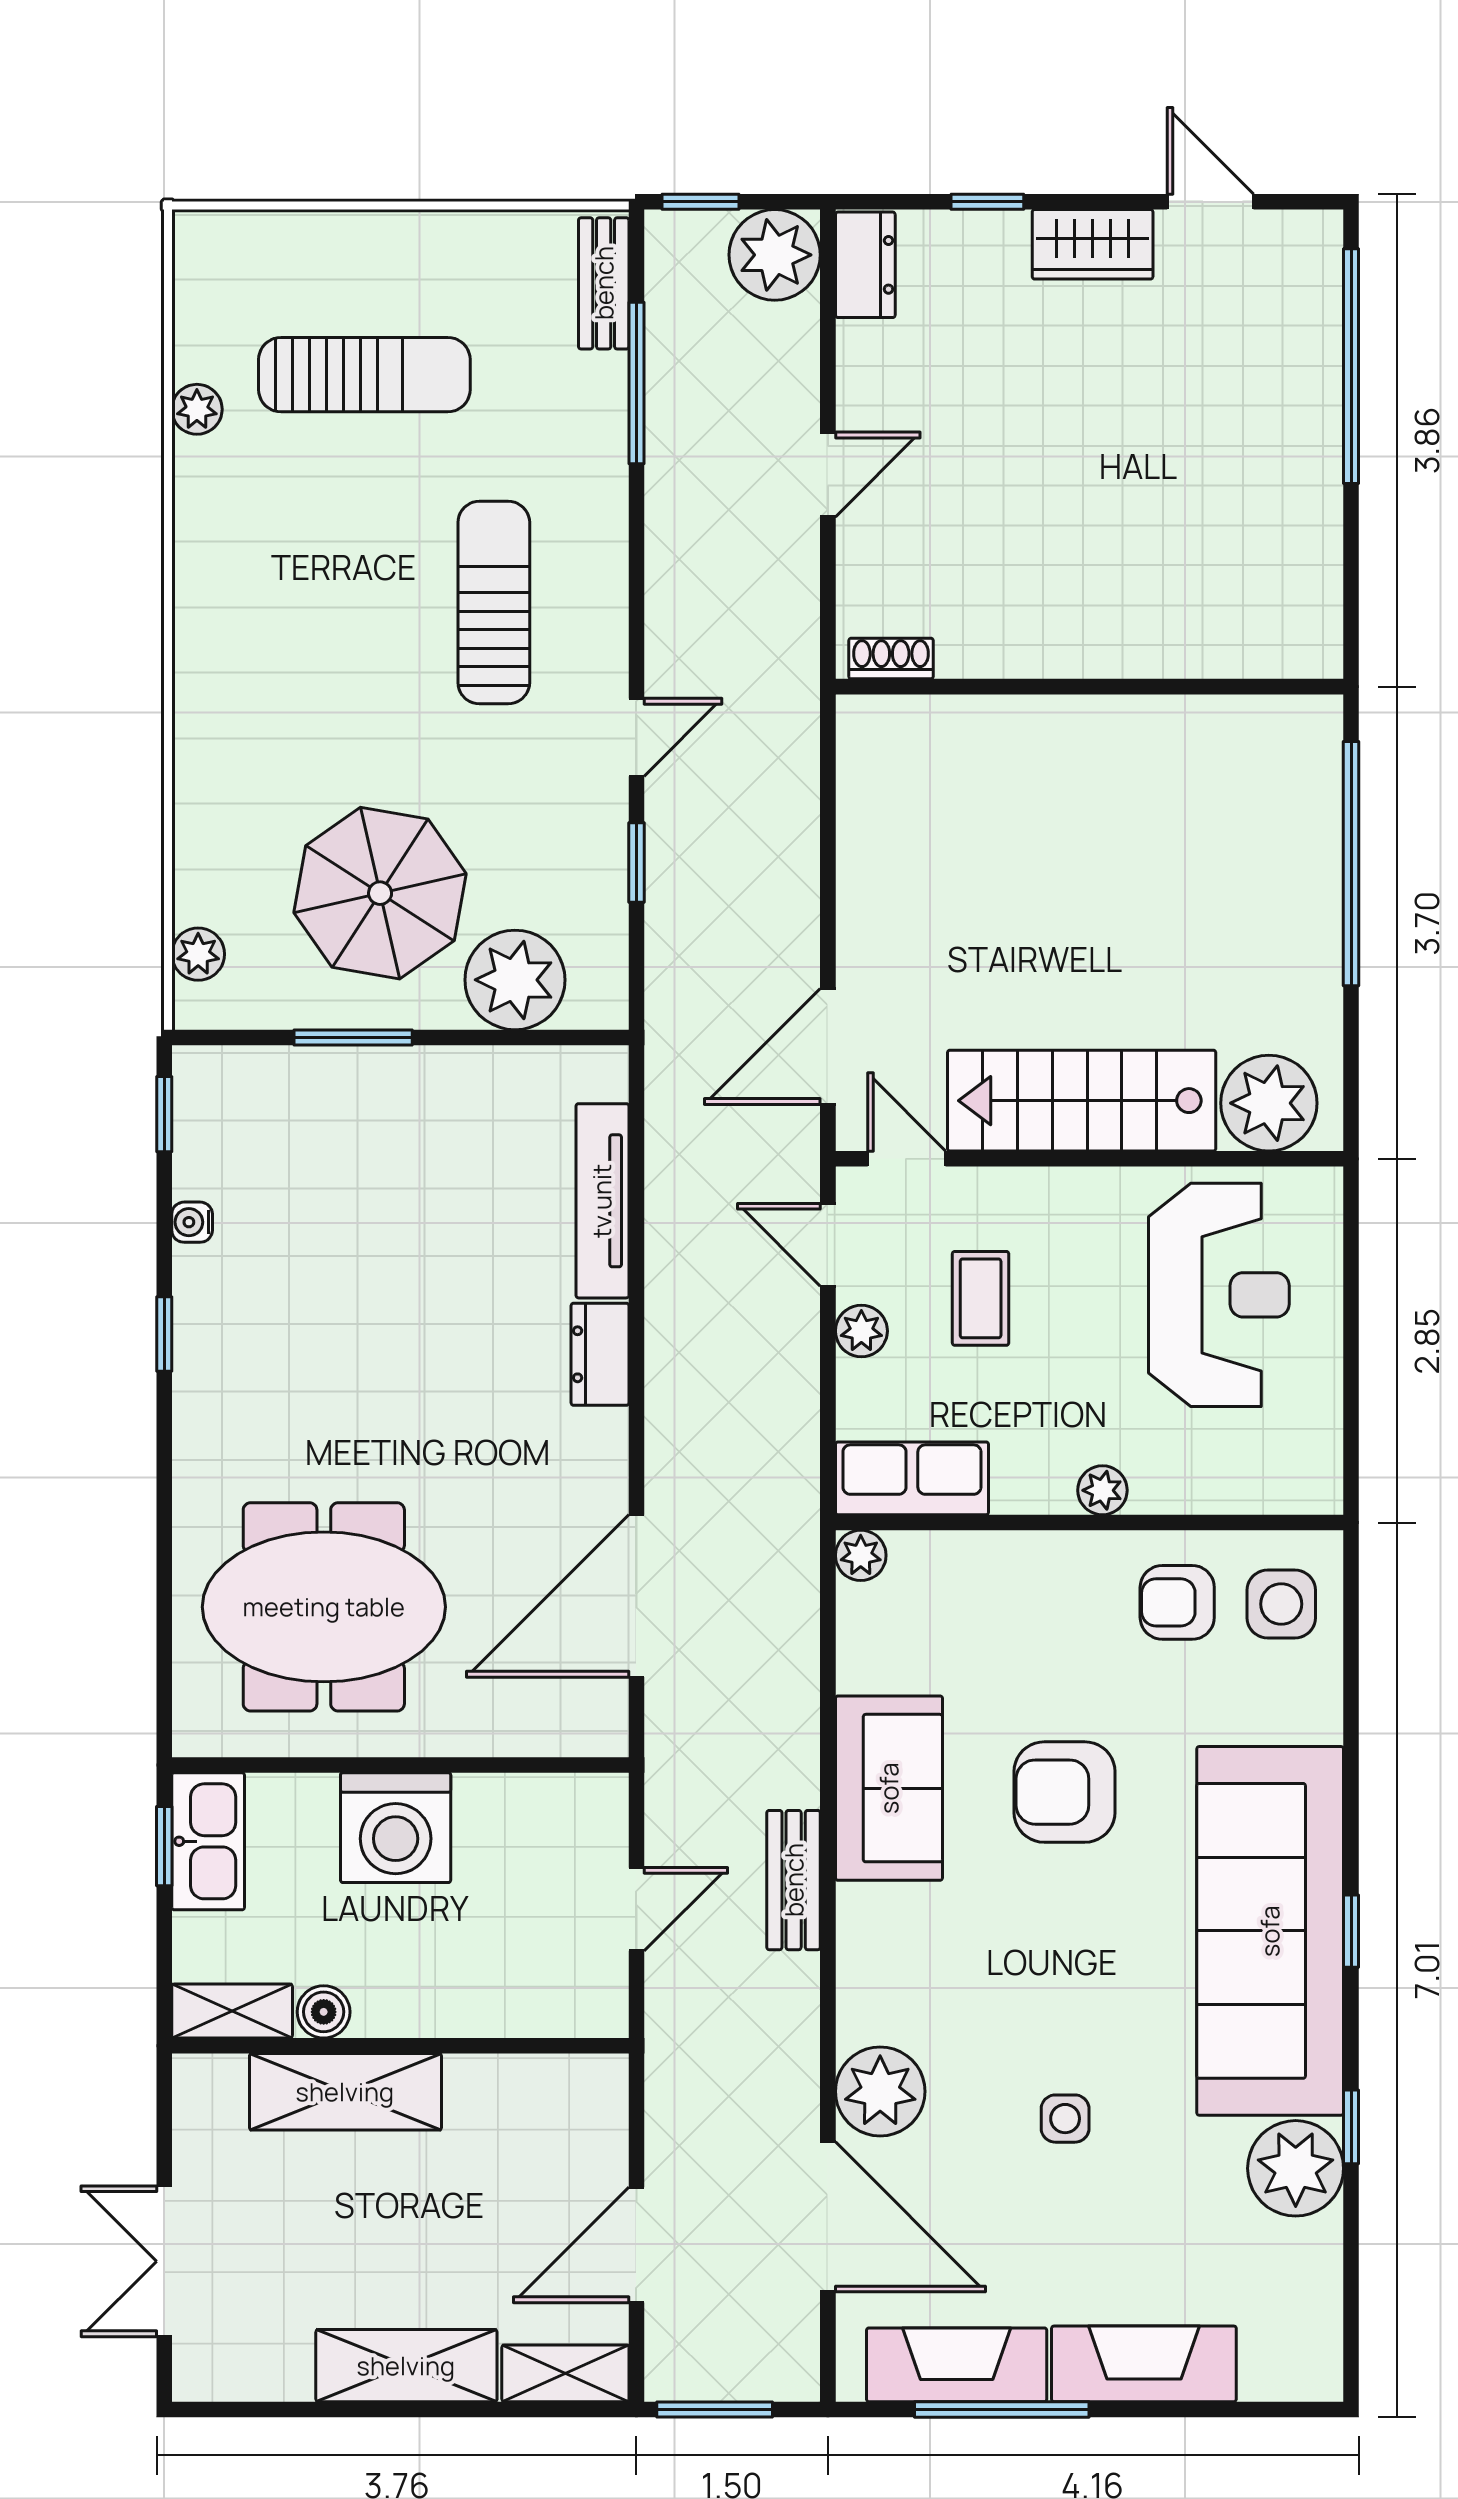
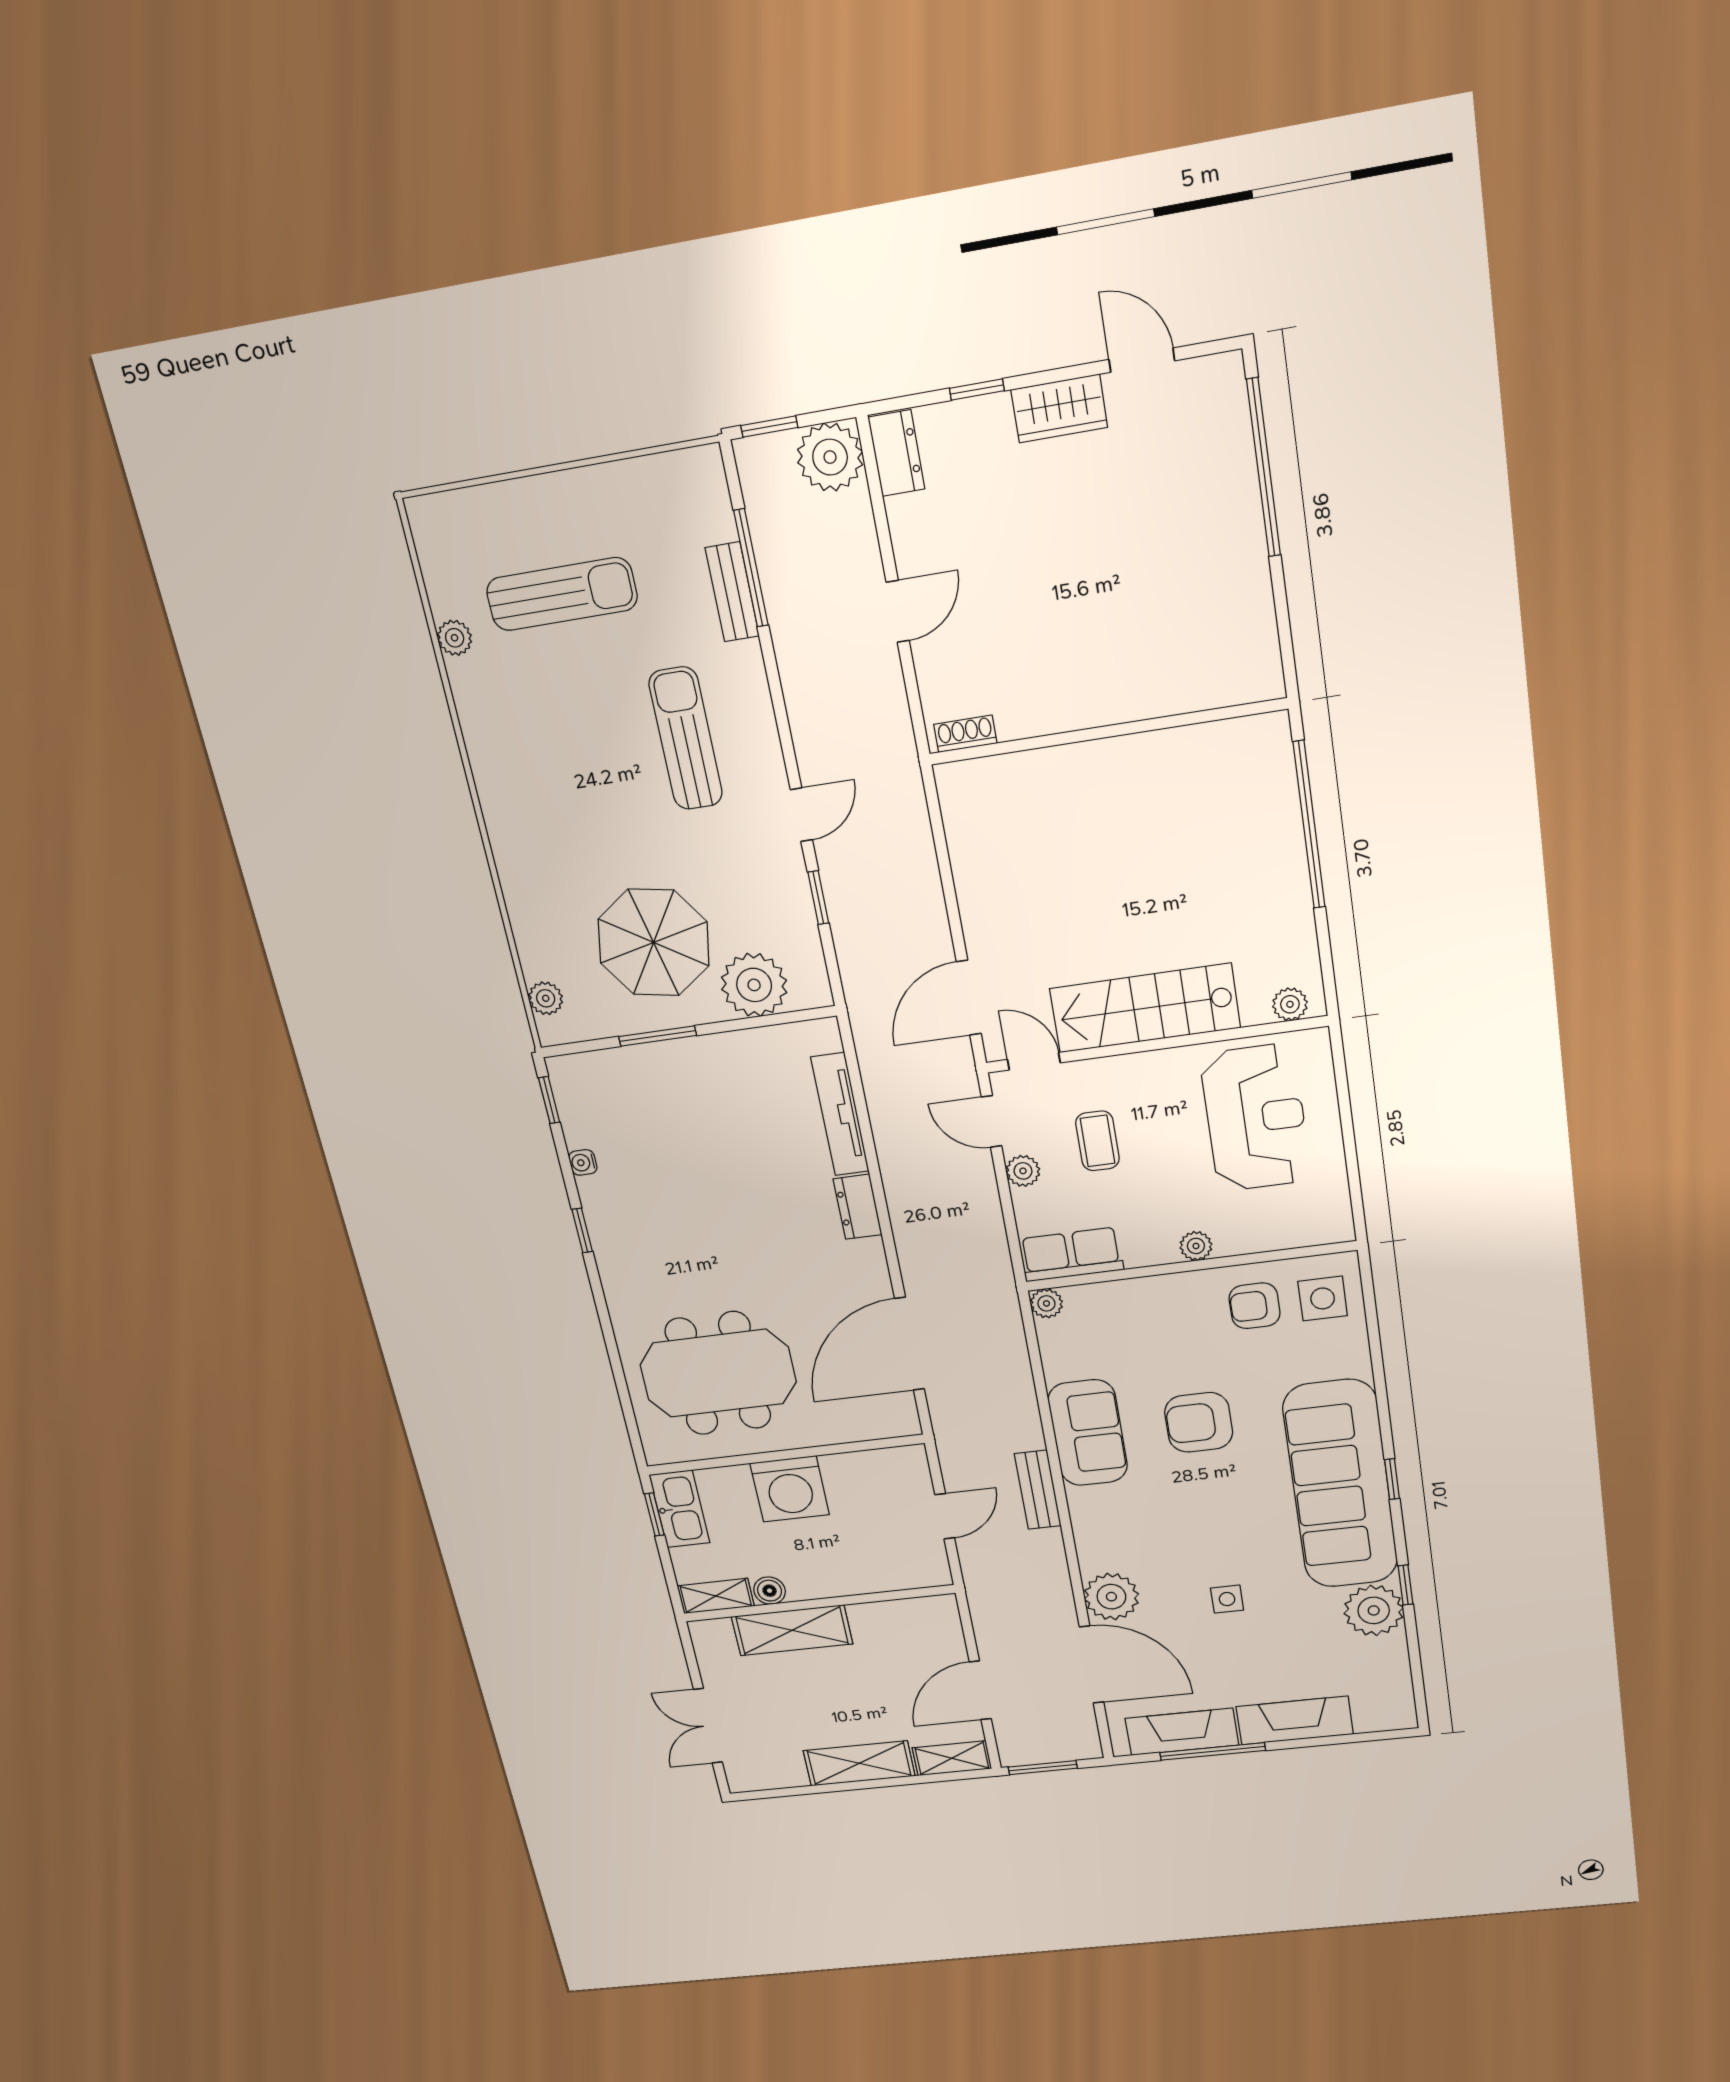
bench: (604, 283) -> (732, 592), moved
plant: (1269, 1103) -> (1290, 1004), width x0.53, depth x0.53

